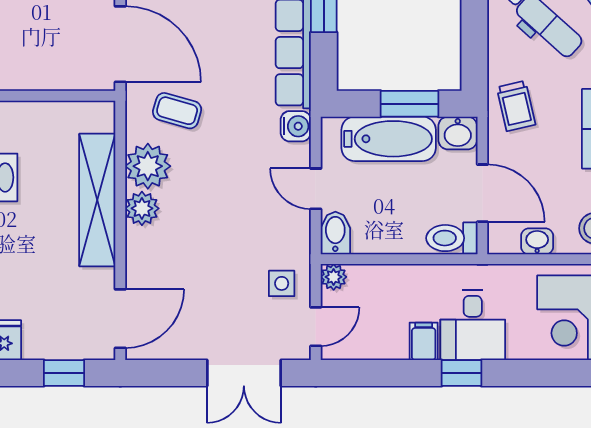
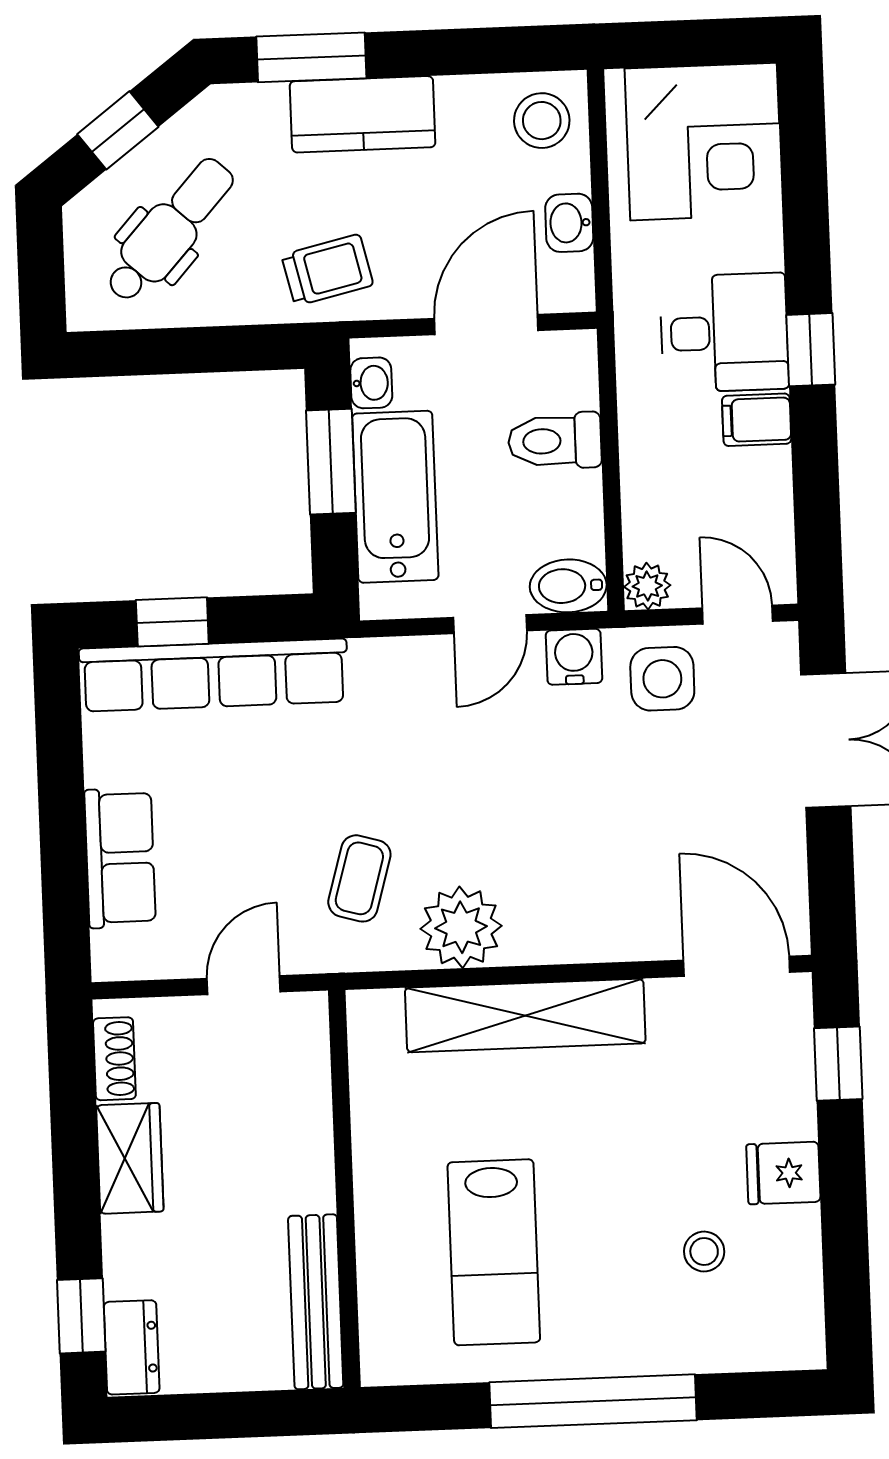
door: (120, 44) -> (244, 985), width x0.53
water cooler: (296, 126) -> (574, 657), moved
washbasin: (458, 133) -> (371, 383), width x0.72, depth x0.69
plant: (142, 208) -> (537, 935), removed
toilet: (452, 238) -> (555, 441), moved, turned 90
side table: (282, 283) -> (662, 679), width x1.37, depth x1.37

